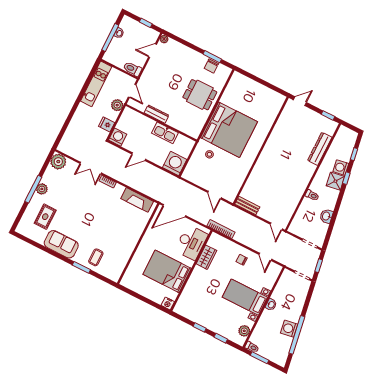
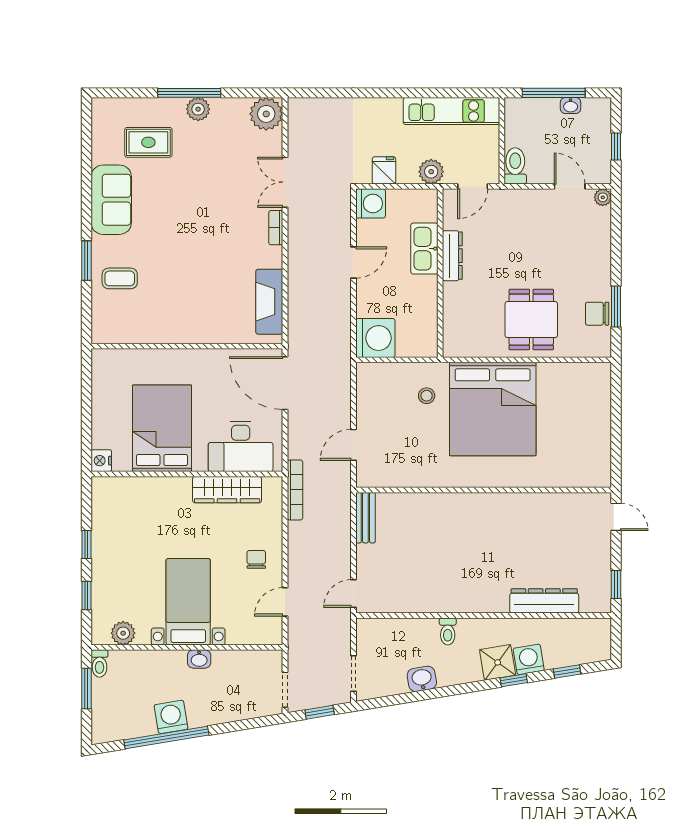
kitchen sink: (165, 133) -> (424, 249), moved
door: (139, 157) -> (353, 263), swing flipped
wardrobe: (206, 257) -> (227, 490), width x1.50

